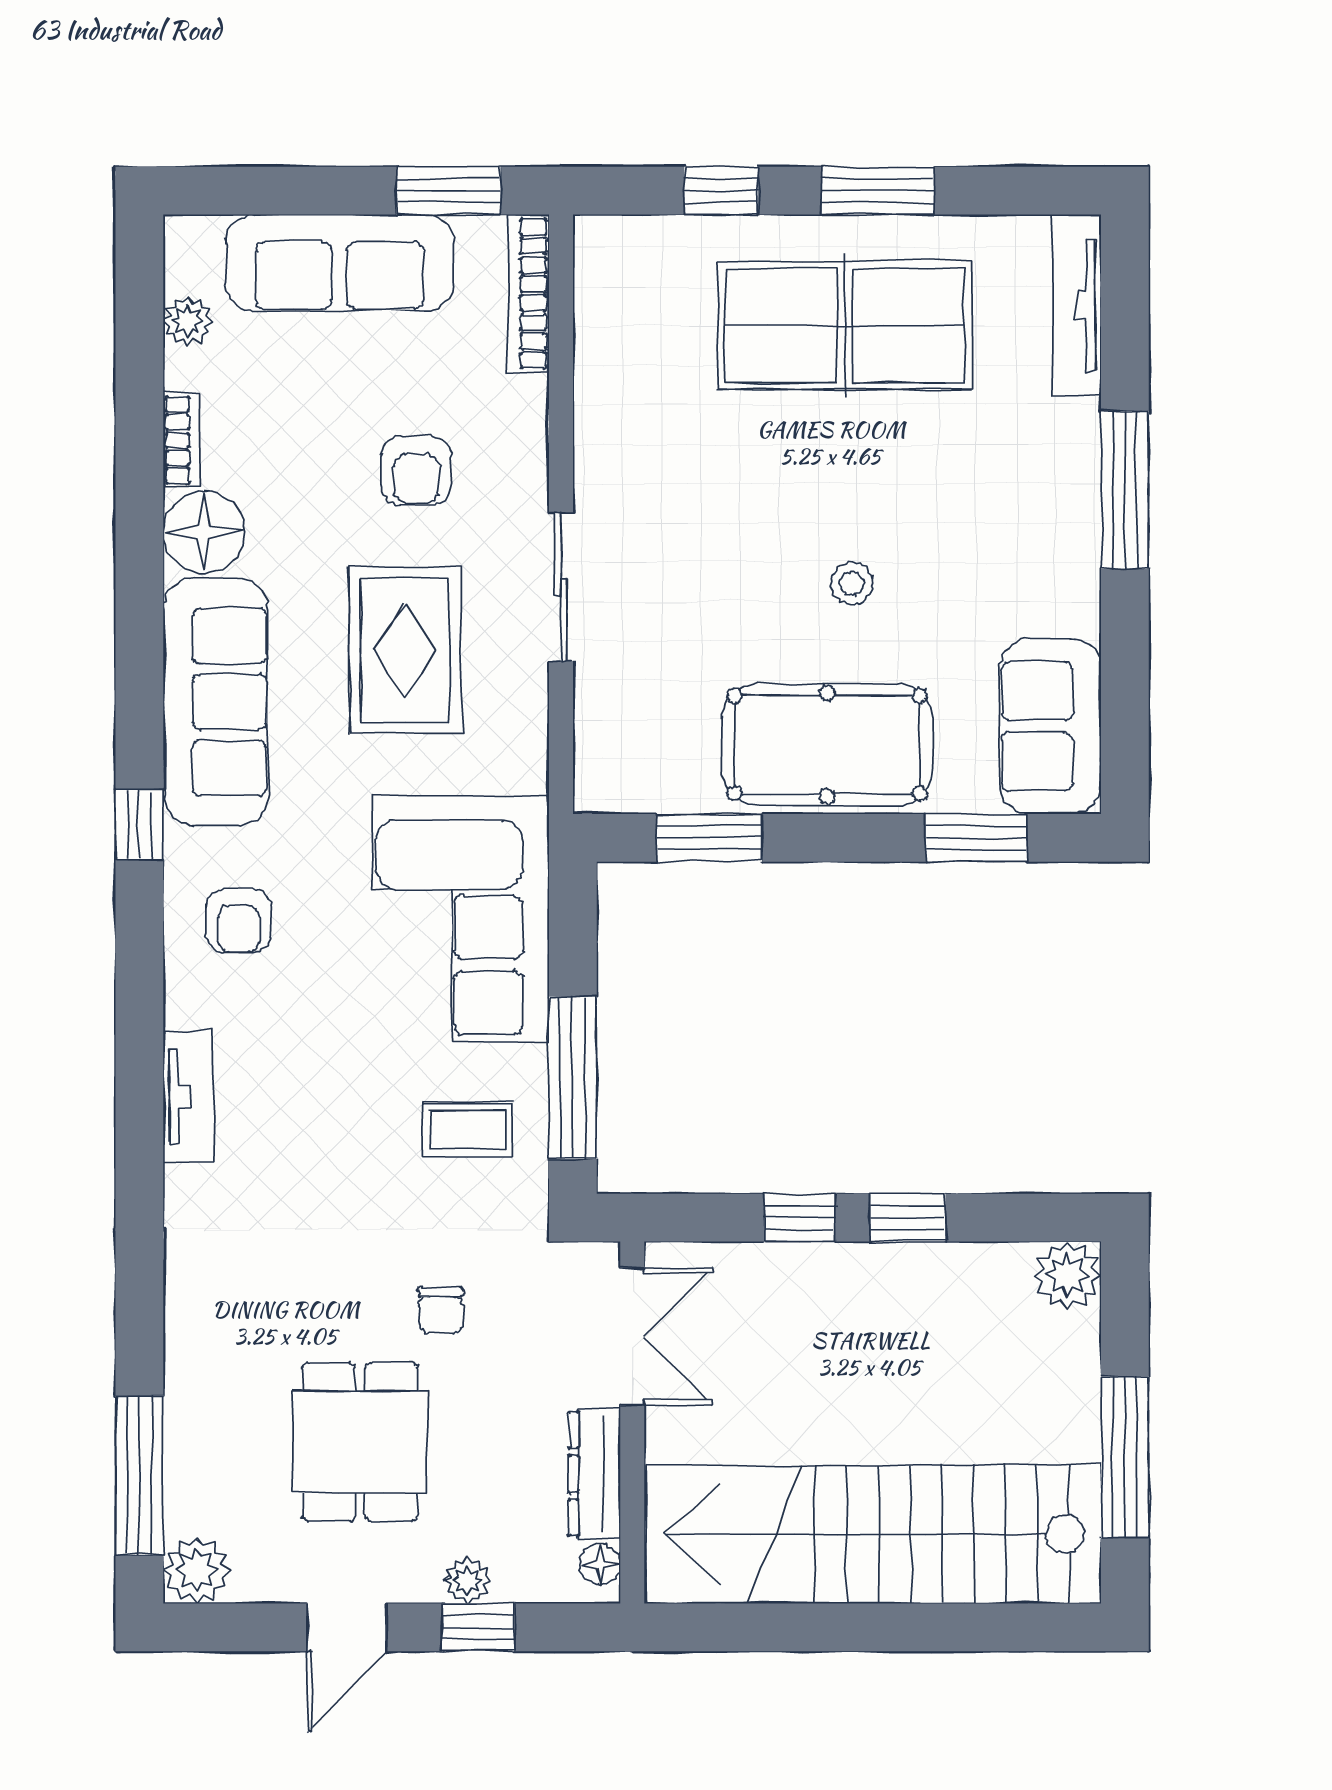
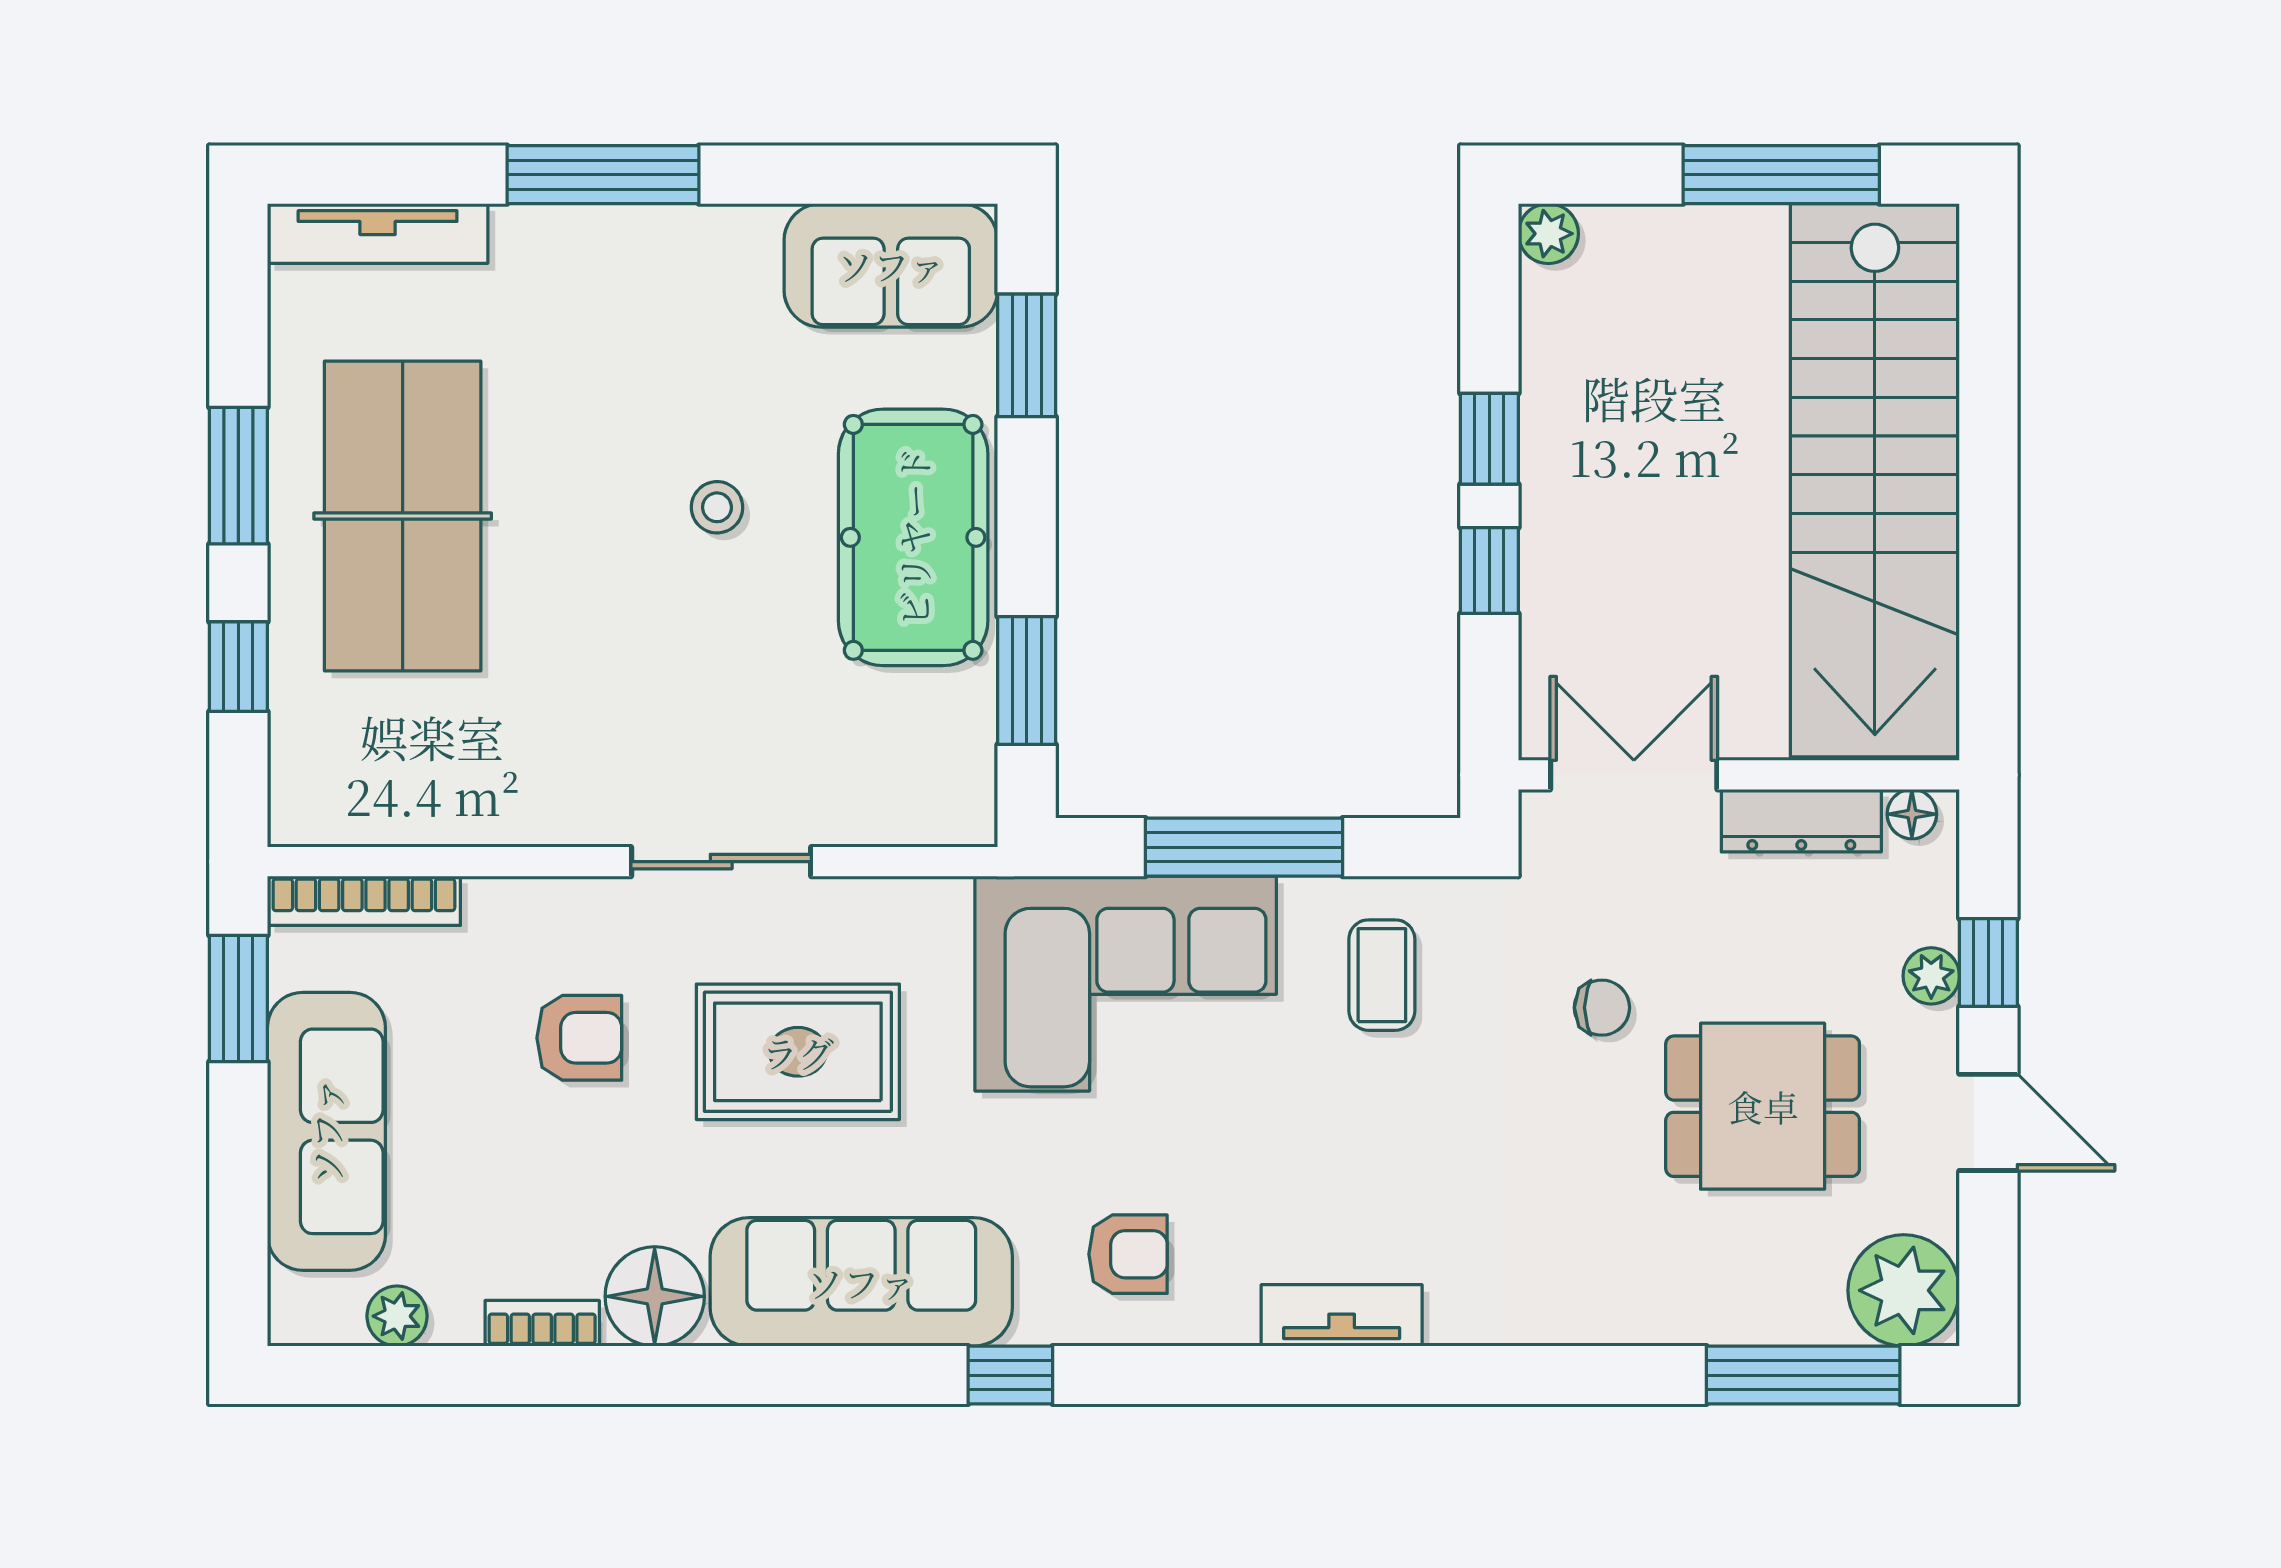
window: (573, 1078) -> (1244, 847), moved
plant: (1067, 1275) -> (1548, 234), width x0.73, depth x0.73
plant: (197, 1570) -> (1904, 1290), width x1.36, depth x1.36

